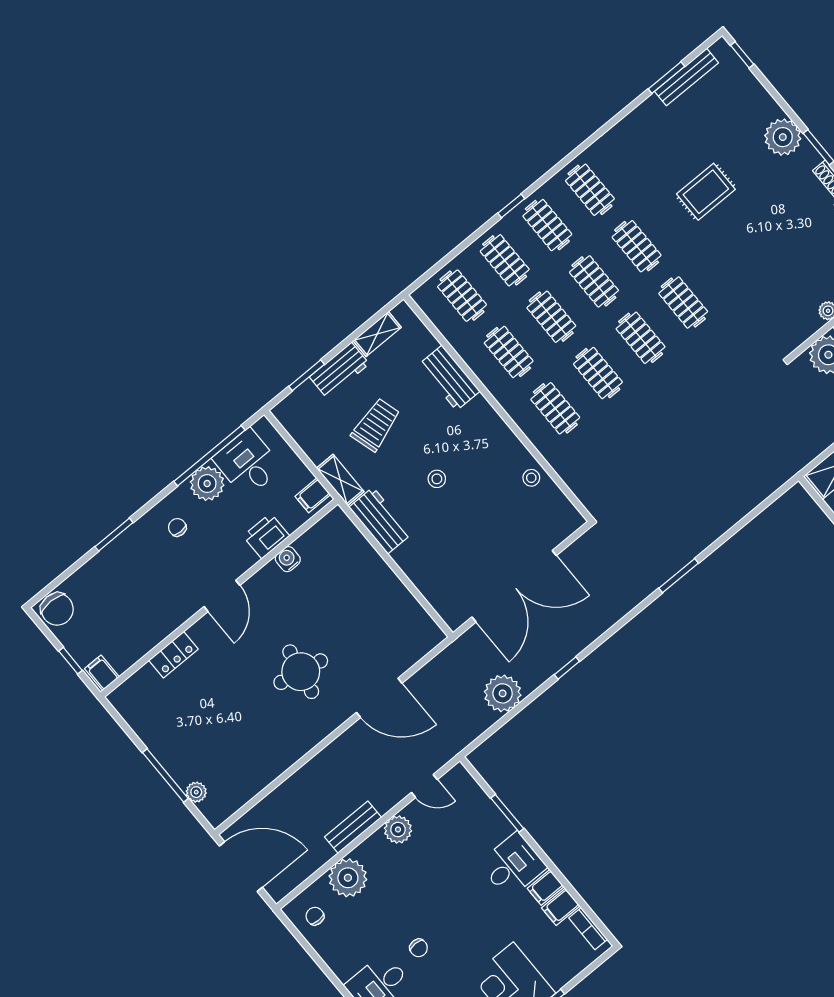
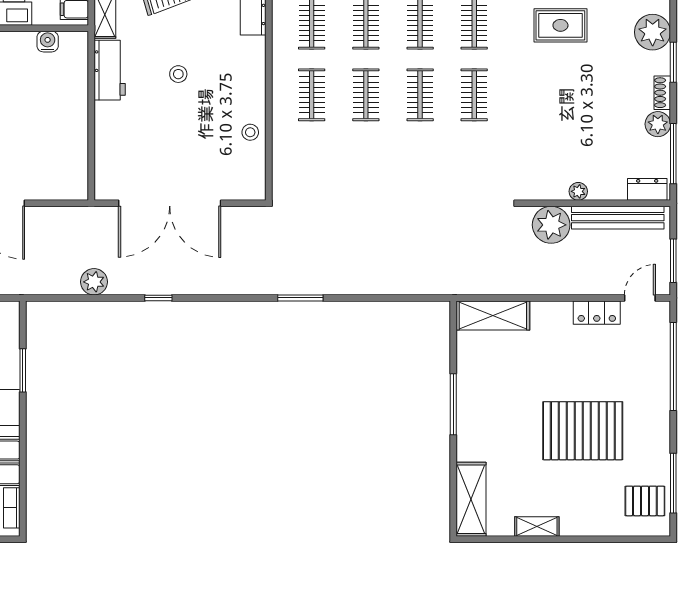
water cooler: (288, 559) -> (48, 42), moved
plant: (503, 693) -> (94, 282), width x0.73, depth x0.73

